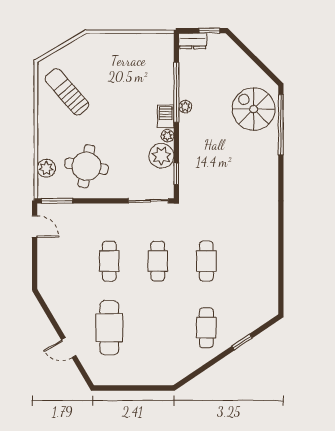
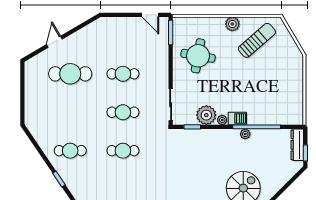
dresser: (193, 41) -> (297, 145), width x1.44
plant: (46, 168) -> (232, 24), moved
door: (35, 226) -> (150, 15), hinge flipped

